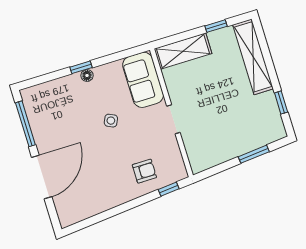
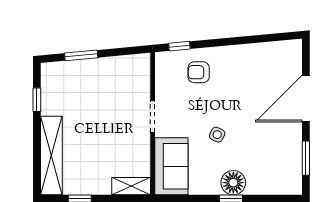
shelving: (183, 51) -> (131, 186), width x0.67, depth x0.75
floor lamp: (87, 75) -> (233, 183), width x1.89, depth x1.89
window: (25, 124) -> (306, 158), width x0.69

